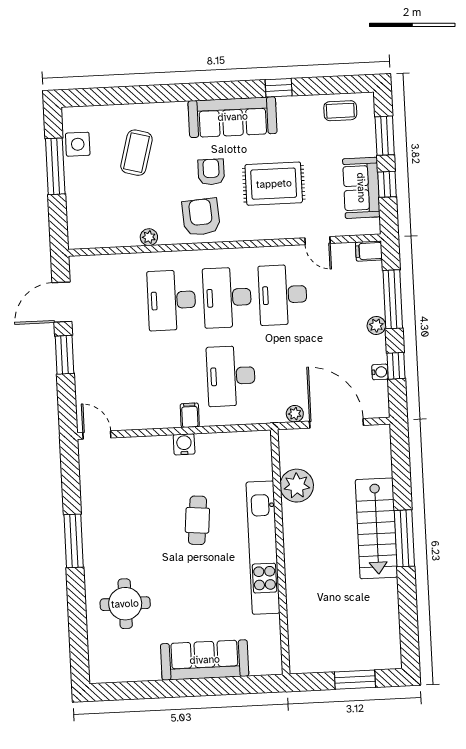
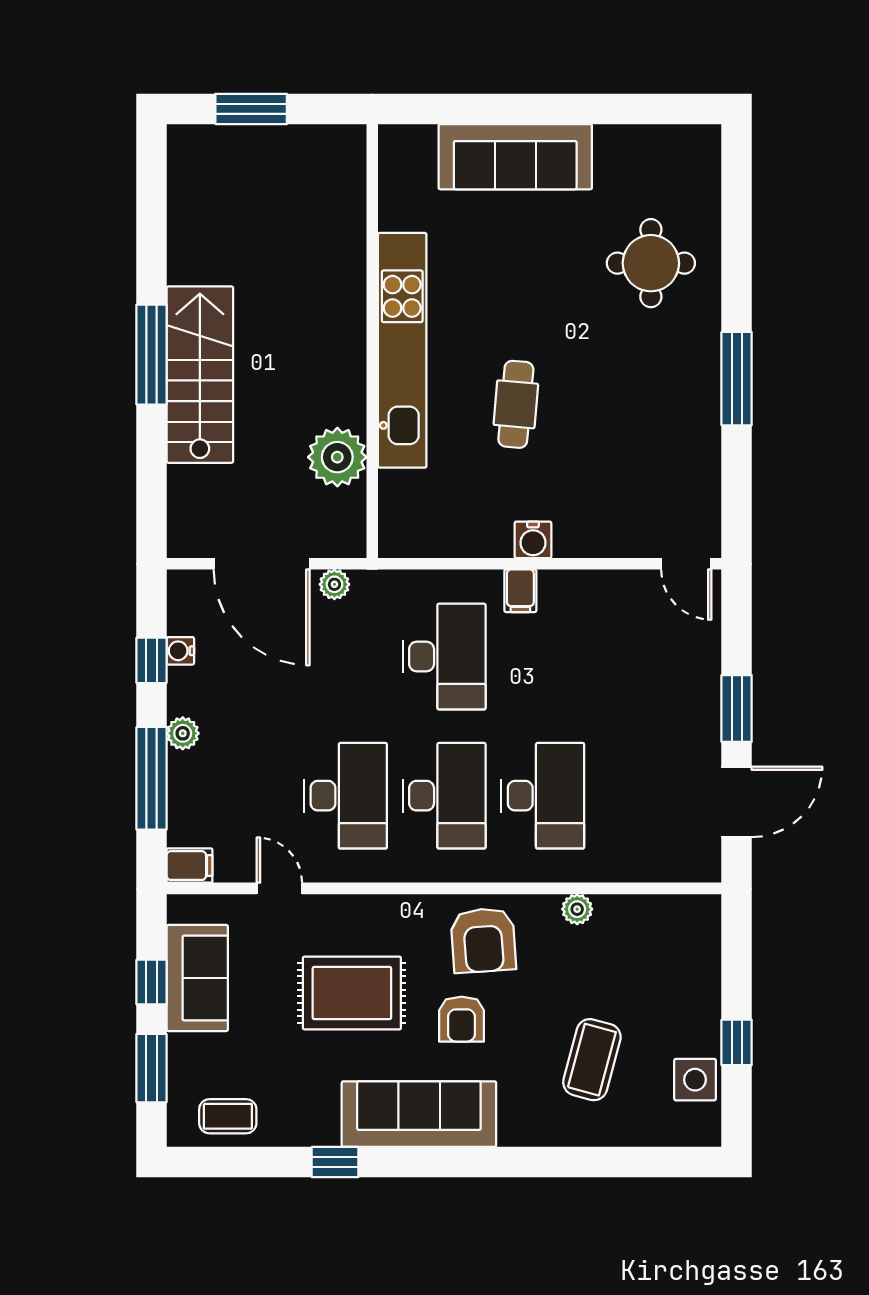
window: (55, 166) -> (737, 1042), width x0.46

